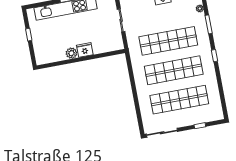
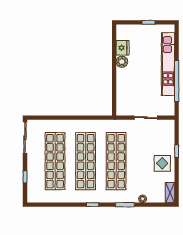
fridge: (85, 50) -> (123, 48), moved

